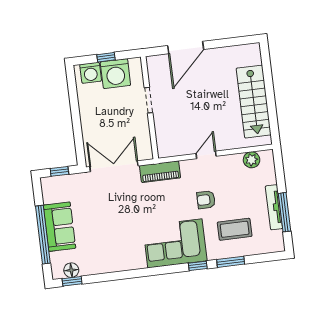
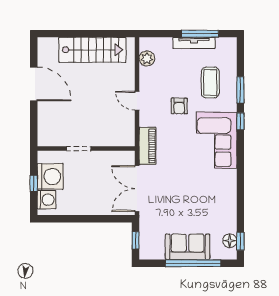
door: (186, 47) -> (34, 84), moved

